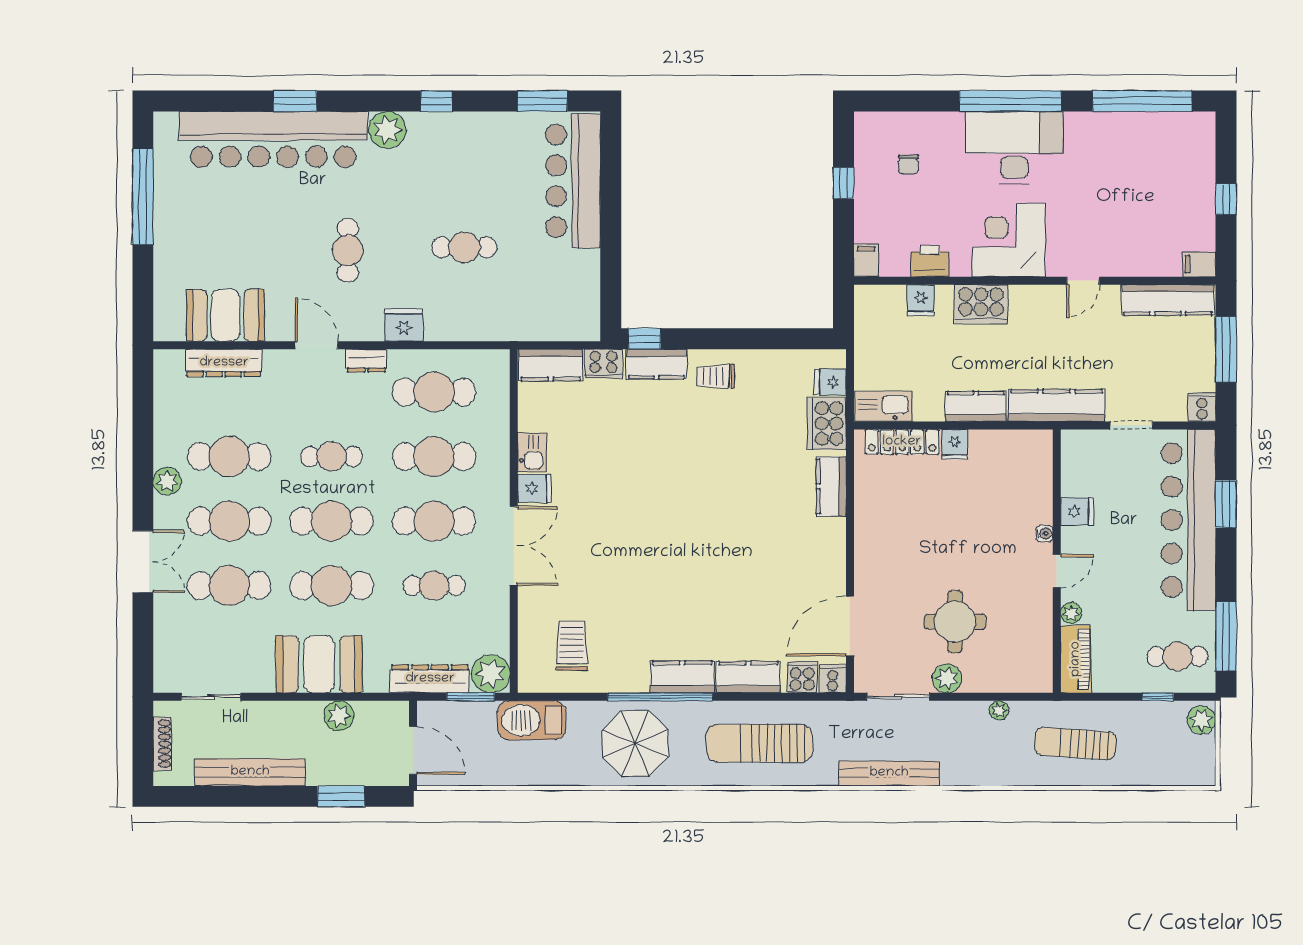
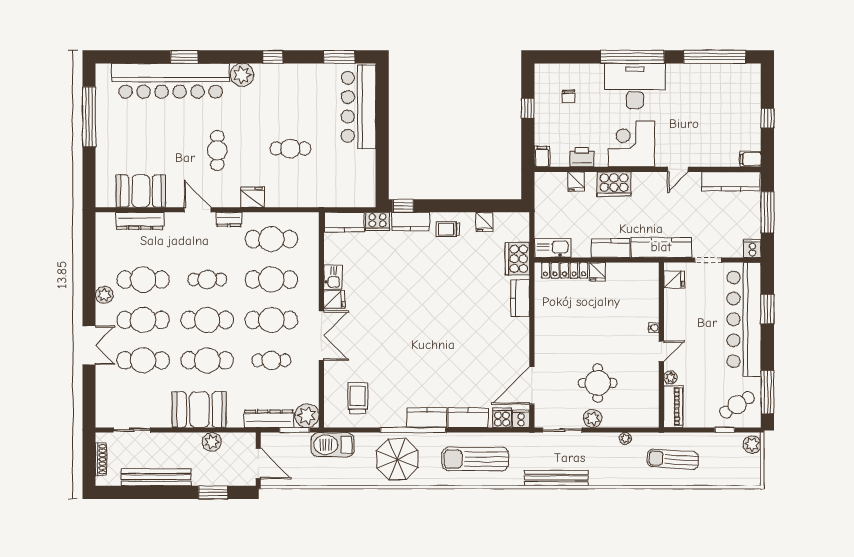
fridge: (830, 382) -> (484, 222), moved, turned -90
fridge: (1077, 511) -> (674, 280), moved
cafe table: (1177, 656) -> (737, 405), turned -33

